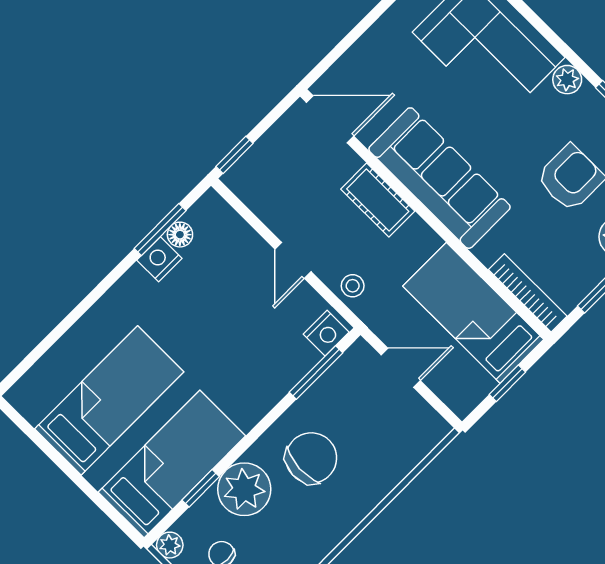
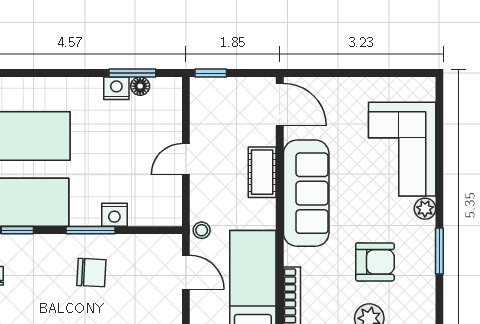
stool: (353, 286) -> (202, 230), moved
nightstand: (326, 333) -> (114, 215), moved
window: (316, 373) -> (91, 230), moved
chair: (311, 458) -> (91, 273), width x0.73, depth x0.73
plant: (244, 489) -> (40, 254), removed

